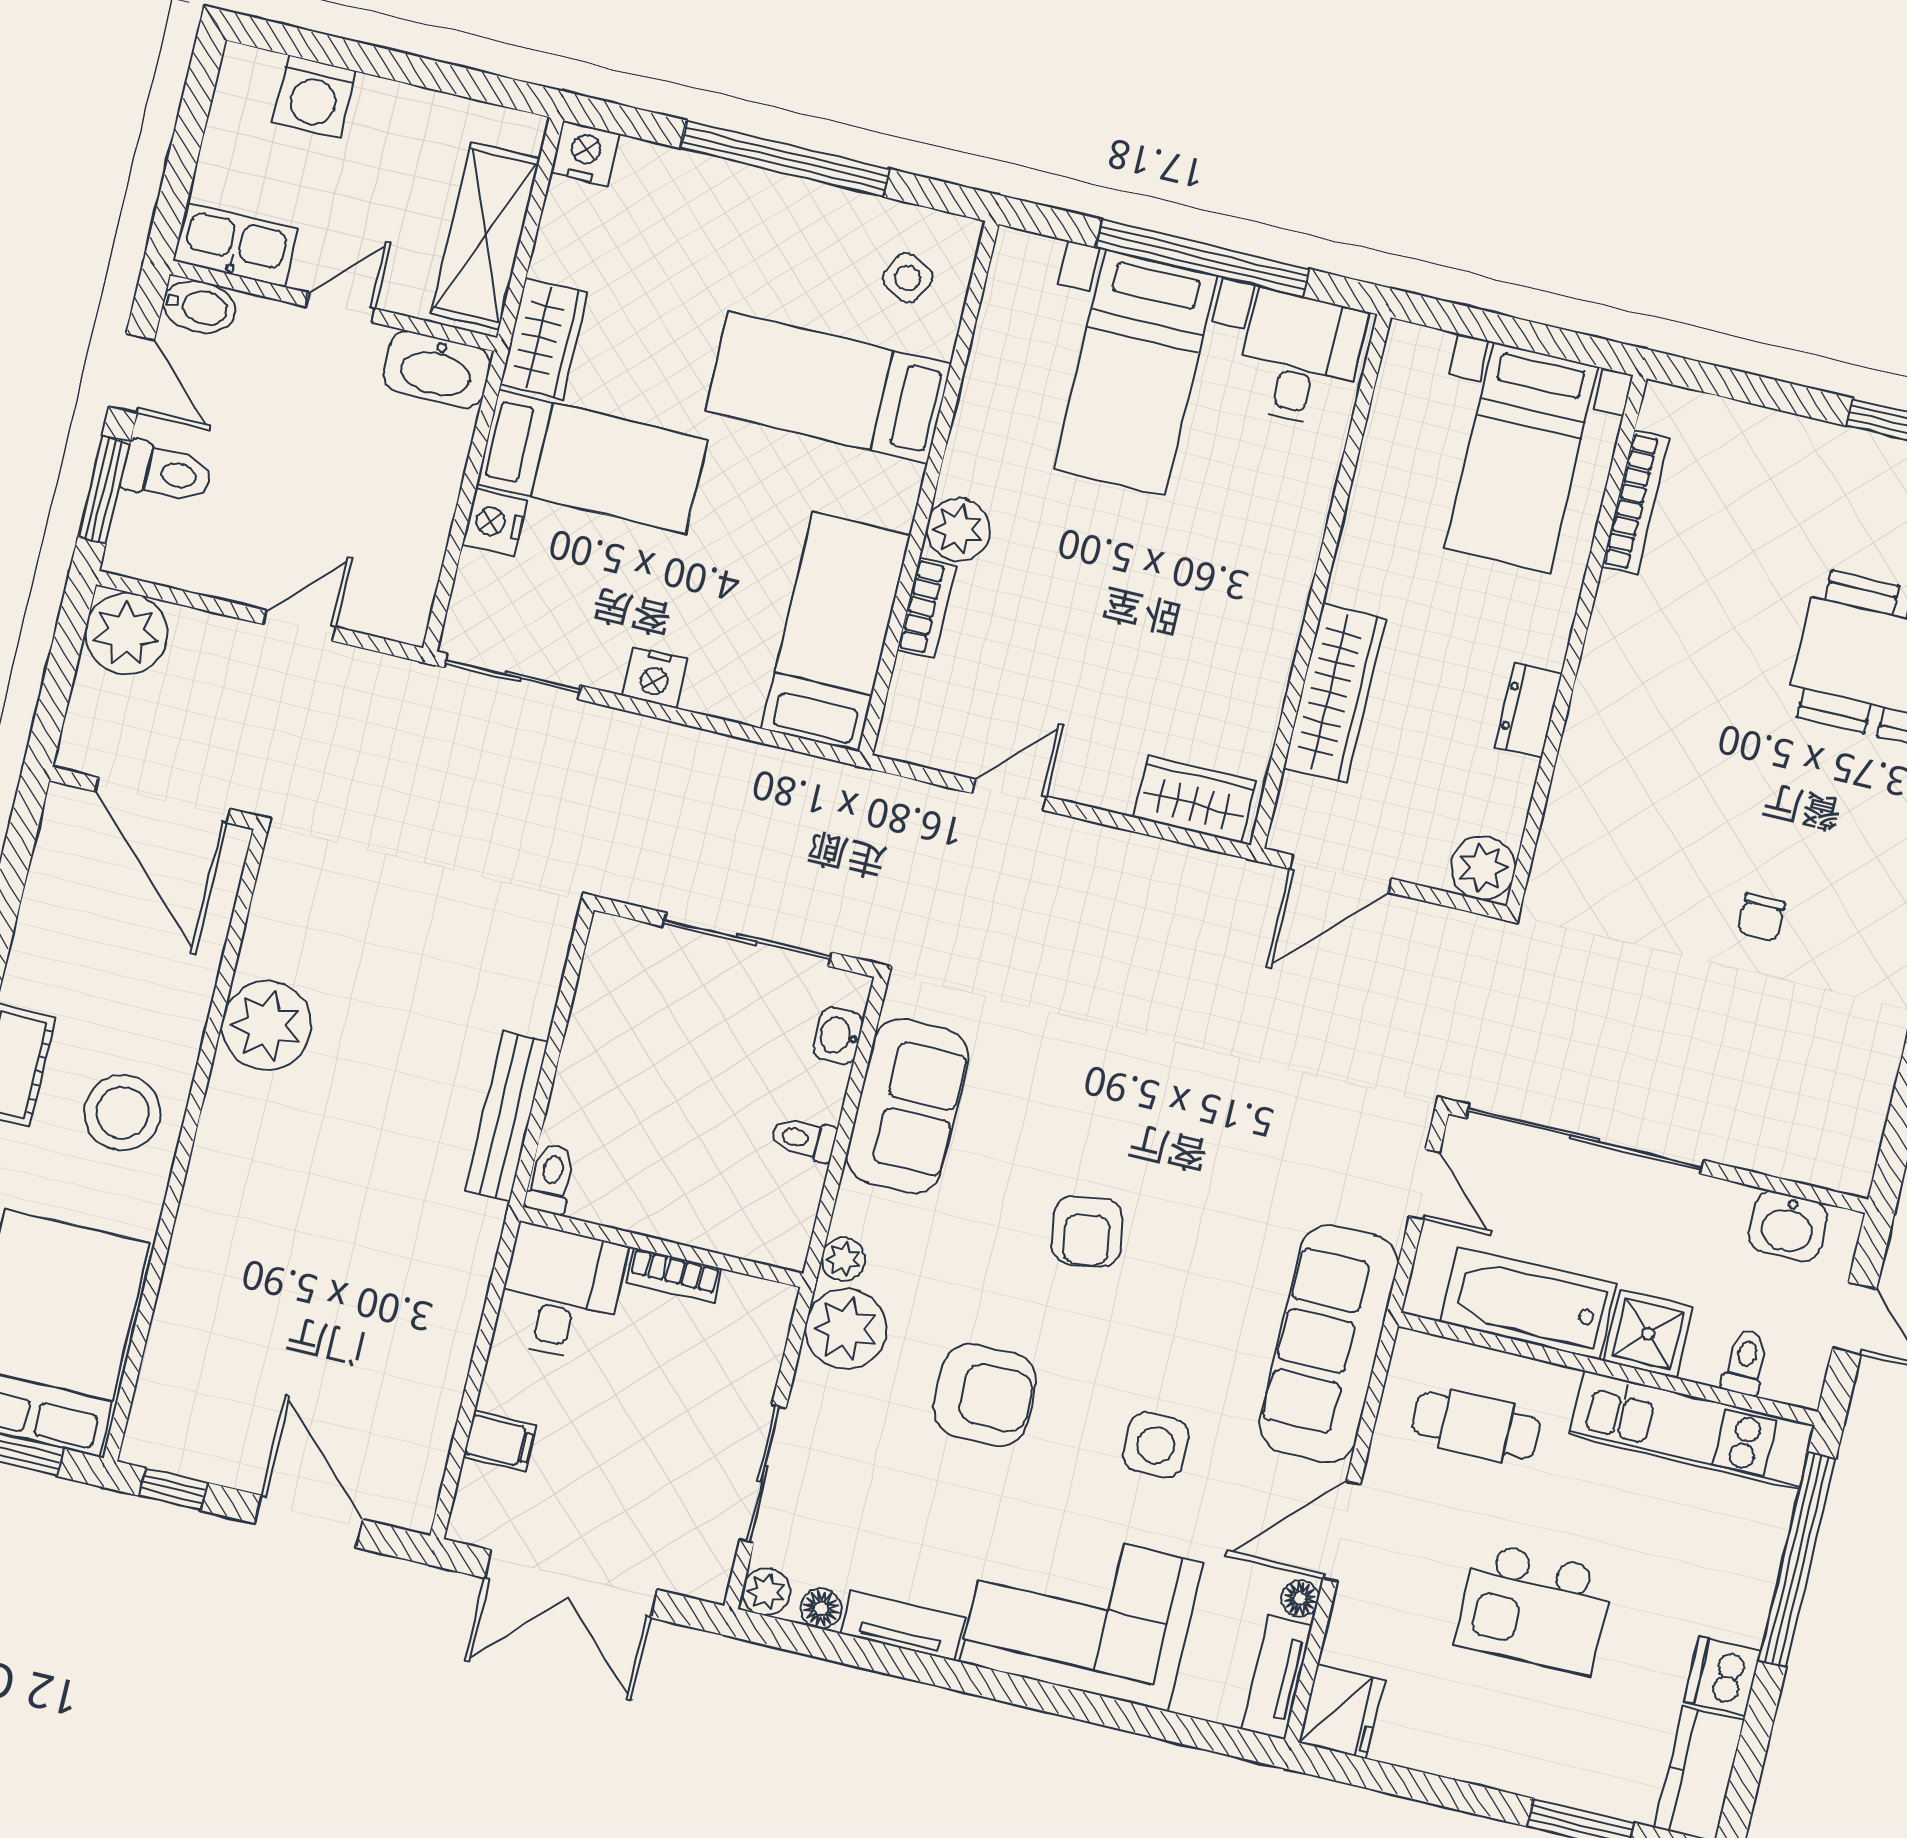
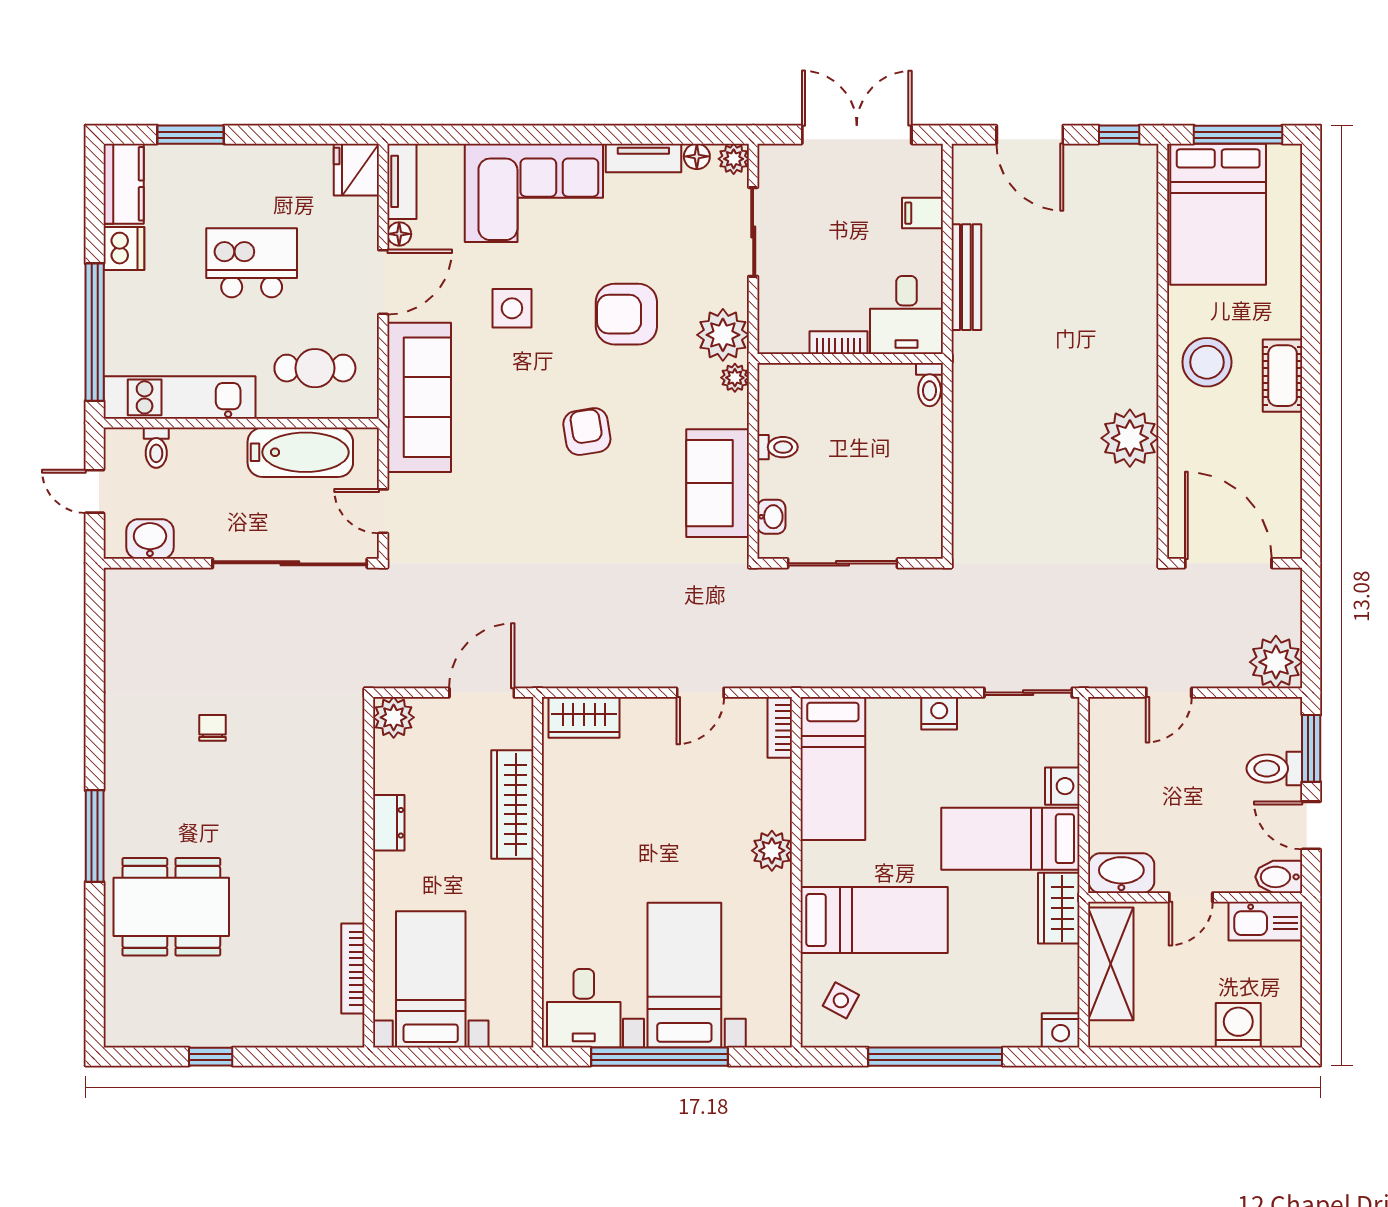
bookcase: (927, 608) -> (780, 727), moved
bench: (507, 1116) -> (966, 277), moved
shower: (1648, 1334) -> (221, 451), removed

